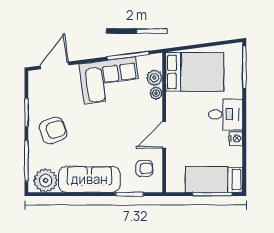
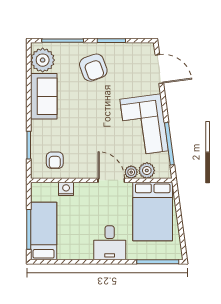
door: (164, 135) -> (111, 180), moved
nightstand: (236, 138) -> (66, 189), moved, turned 180
sofa: (89, 179) -> (44, 96), width x0.73

